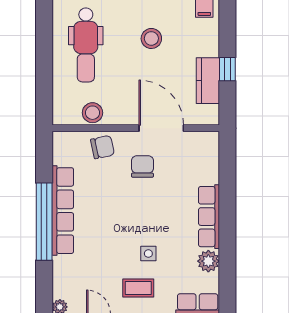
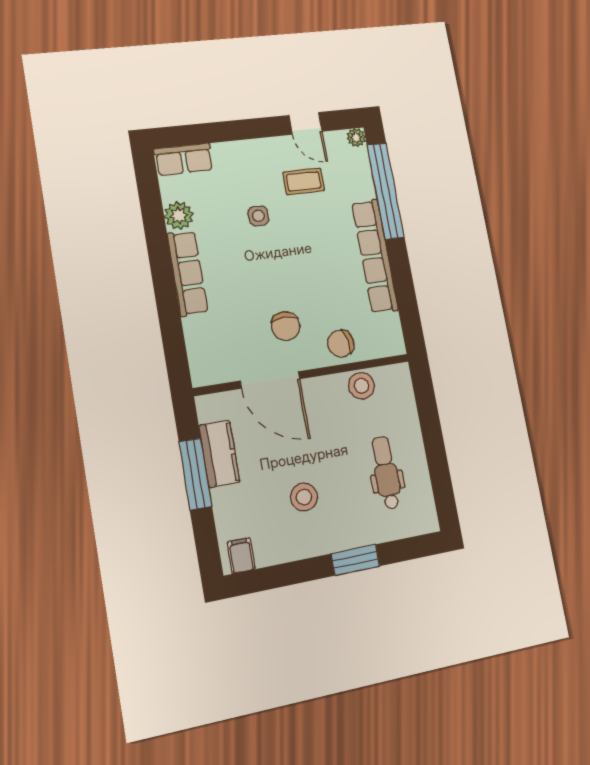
dental chair: (86, 45) -> (386, 473), width x0.73, depth x0.72
window: (227, 69) -> (195, 474), width x2.17
window: (44, 222) -> (386, 191), moved
coffee table: (138, 288) -> (304, 181), moved

